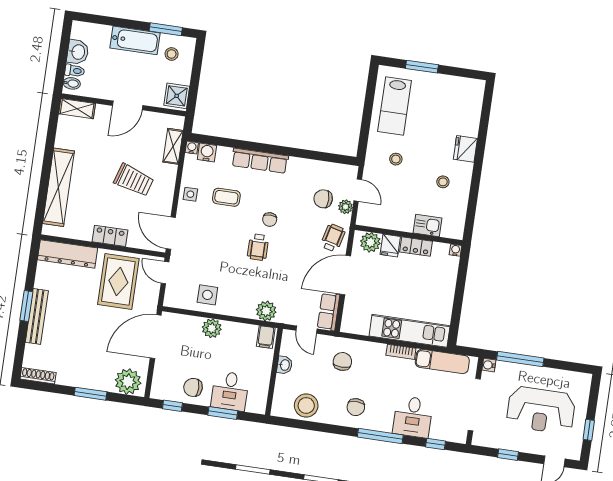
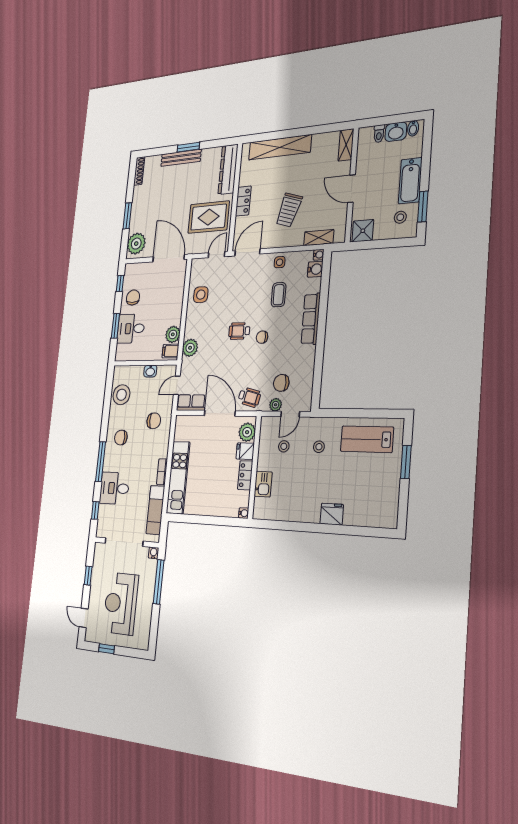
bidet: (72, 83) -> (413, 128), moved
stool: (443, 182) -> (284, 446), moved
chair: (323, 199) -> (281, 383), turned -90
plant: (212, 328) -> (173, 334), moved

